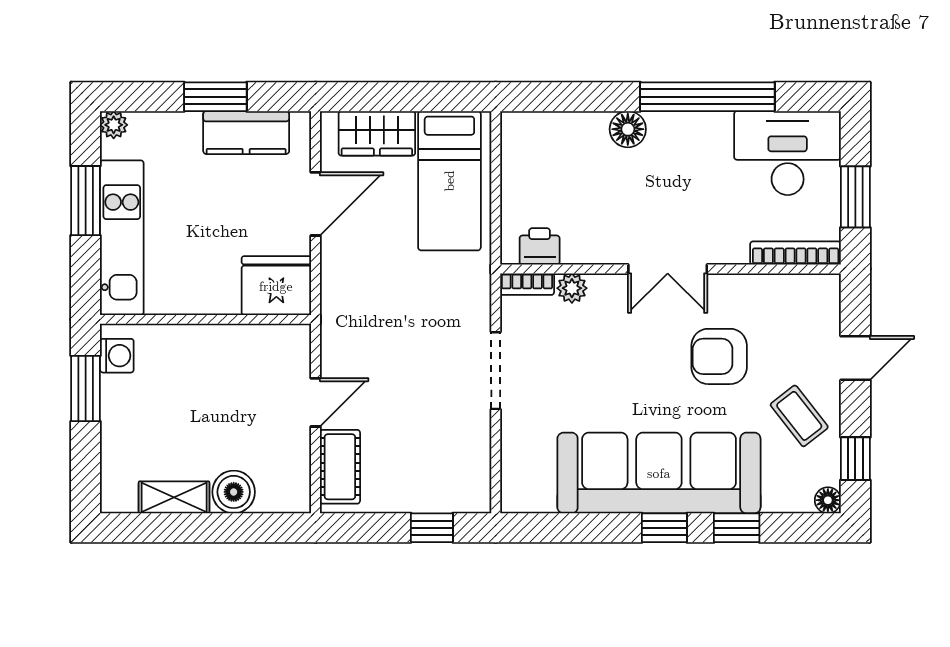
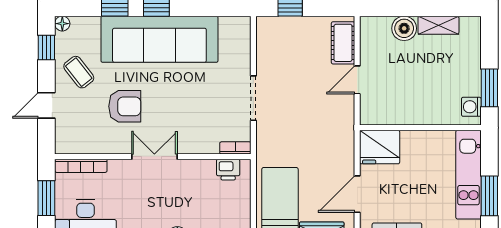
plant: (572, 288) -> (210, 146), removed

